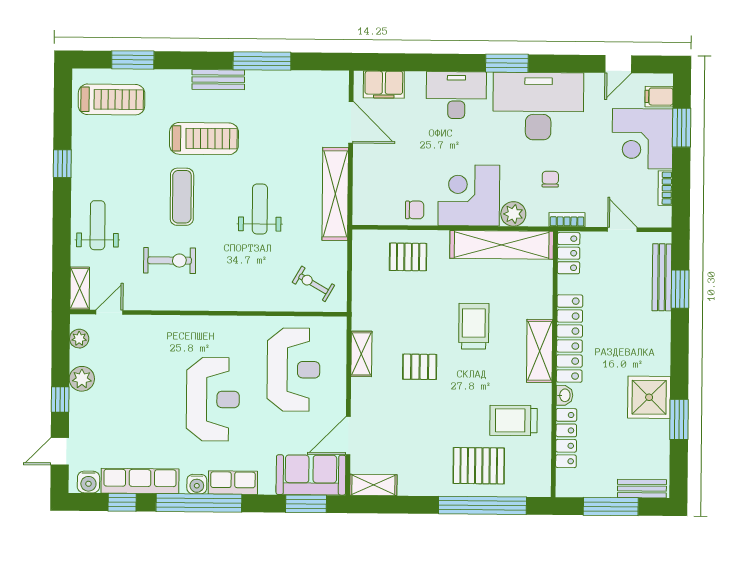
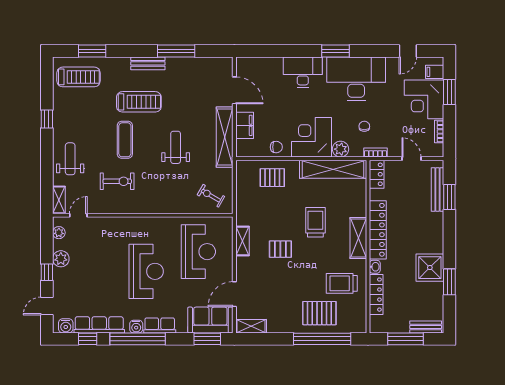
filing cabinet: (384, 85) -> (245, 125), moved, turned -90

